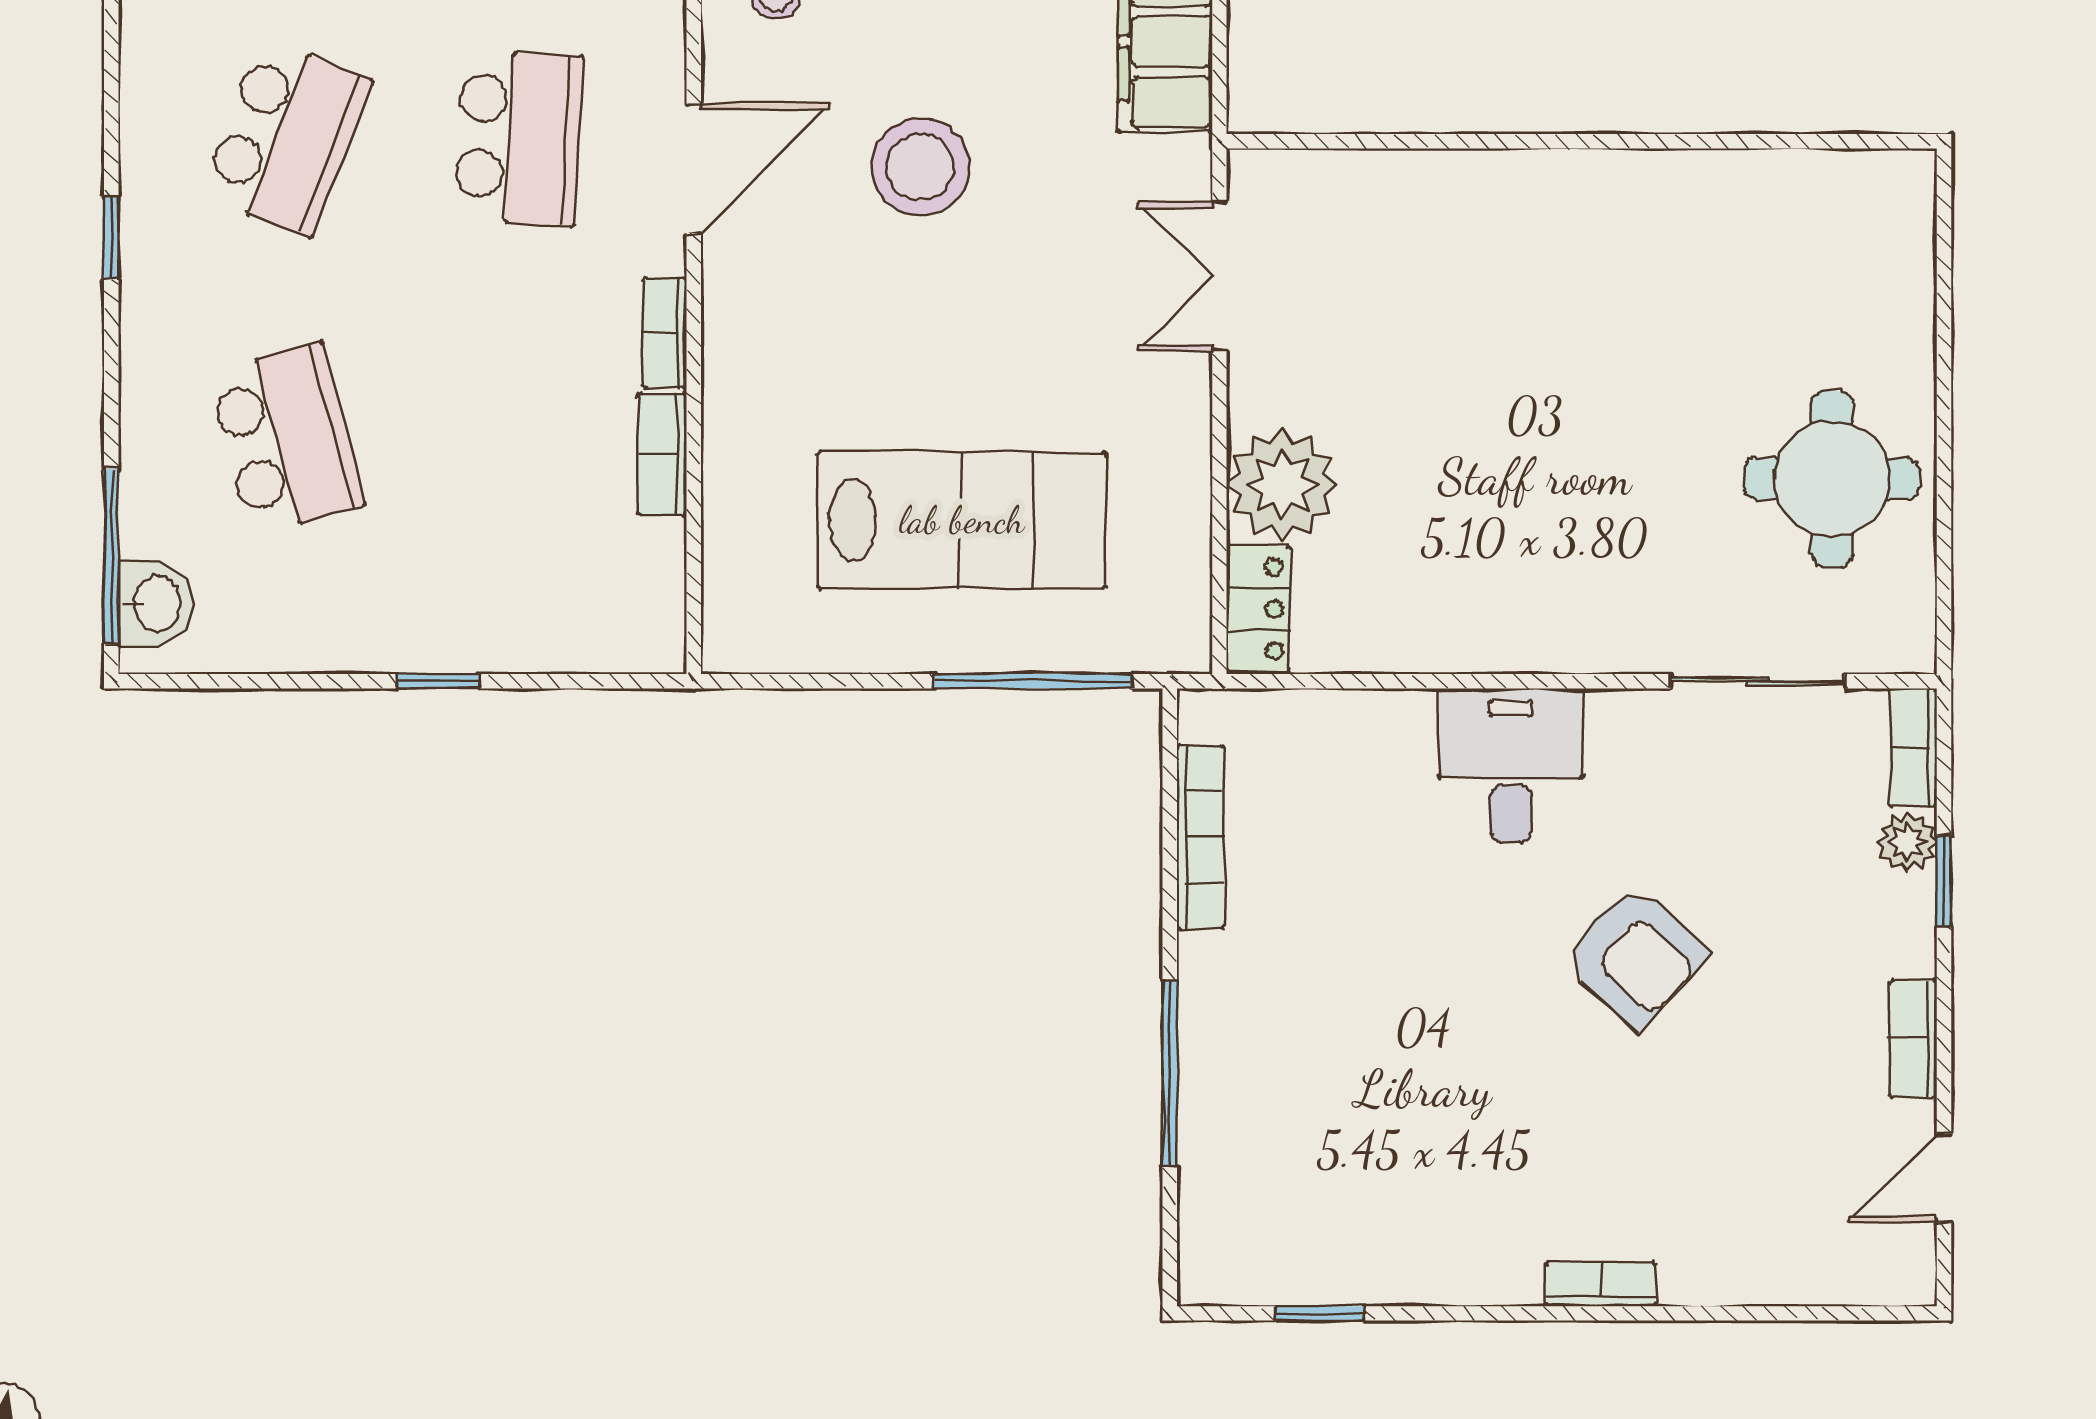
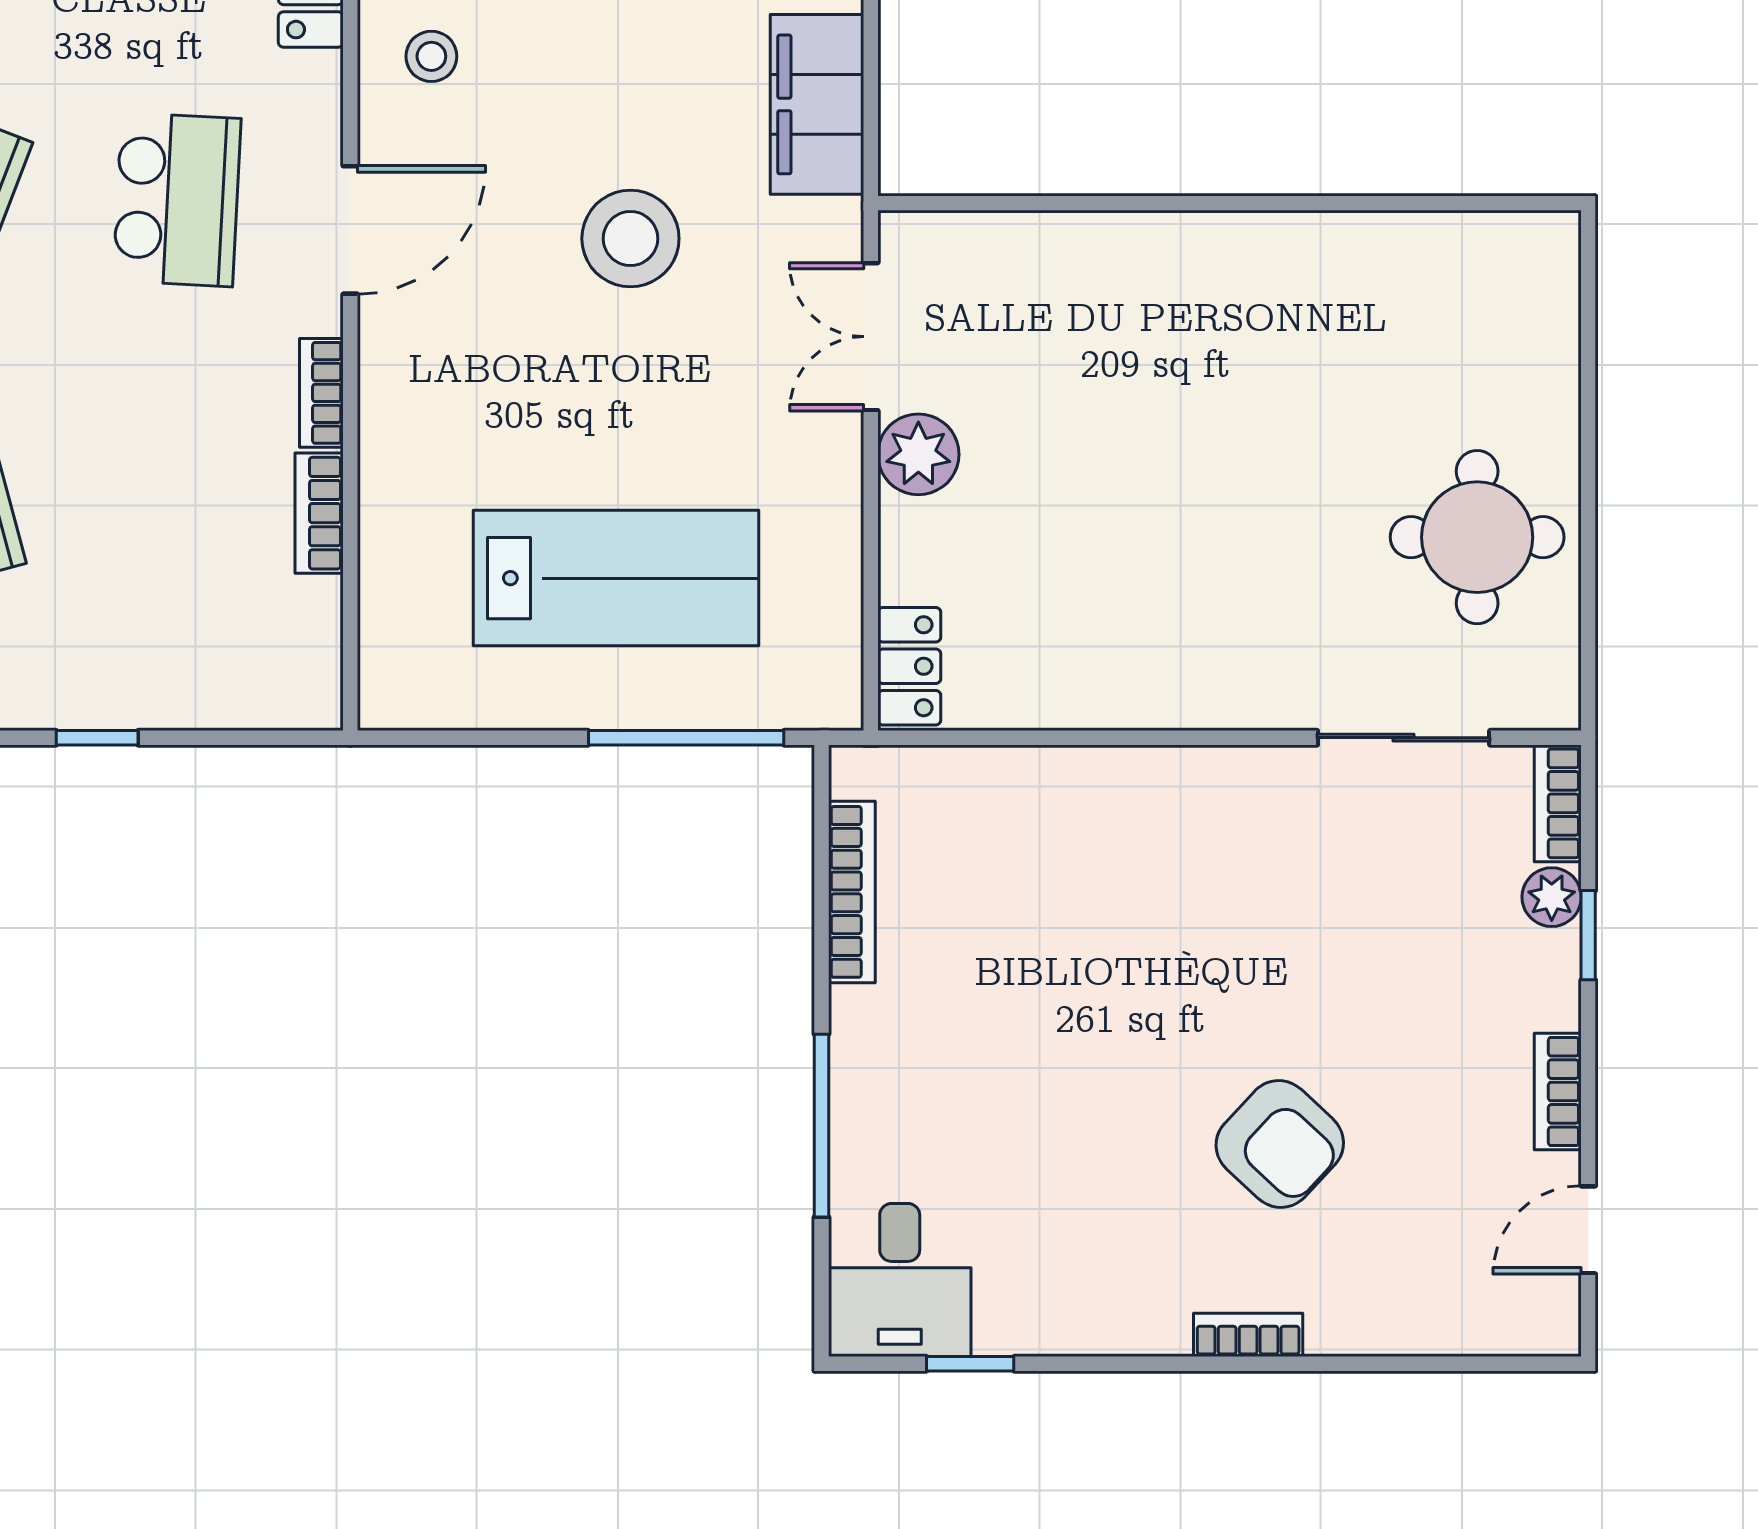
stool: (920, 167) -> (630, 239), moved
plant: (1282, 485) -> (918, 454), moved, width x0.73, depth x0.73
desk: (1511, 766) -> (900, 1280), moved, turned 180
armchair: (1635, 956) -> (1280, 1144), moved

